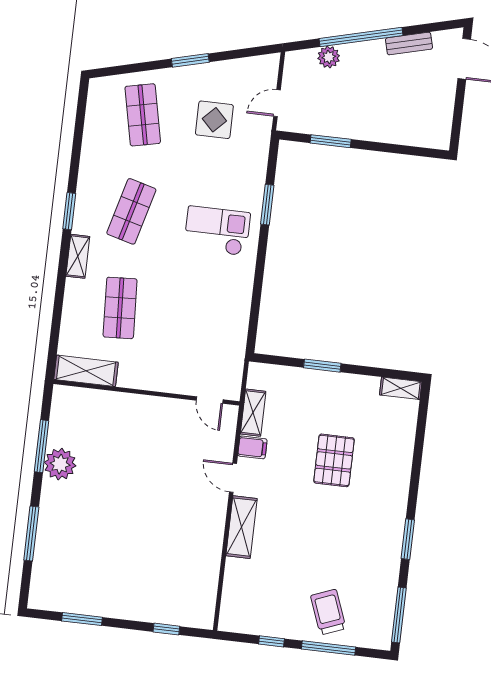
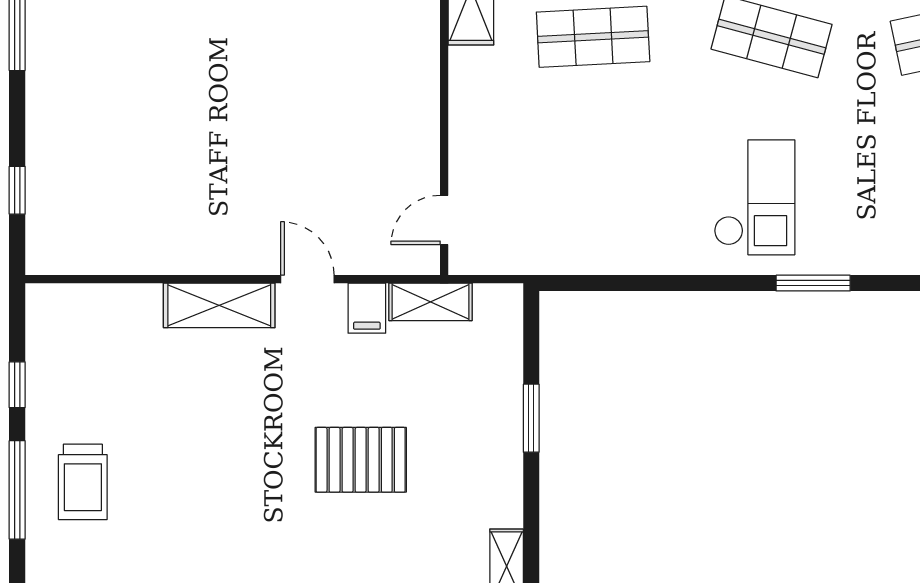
door: (233, 478) -> (307, 279), hinge flipped
trolley: (328, 612) -> (83, 482), turned 111

